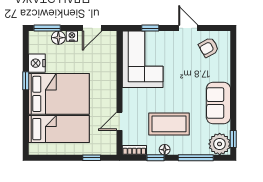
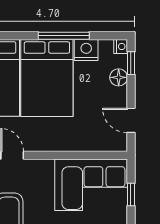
window: (47, 28) -> (131, 63), width x0.67
nightstand: (72, 36) -> (121, 46), moved
window: (26, 81) -> (64, 36), width x2.17

